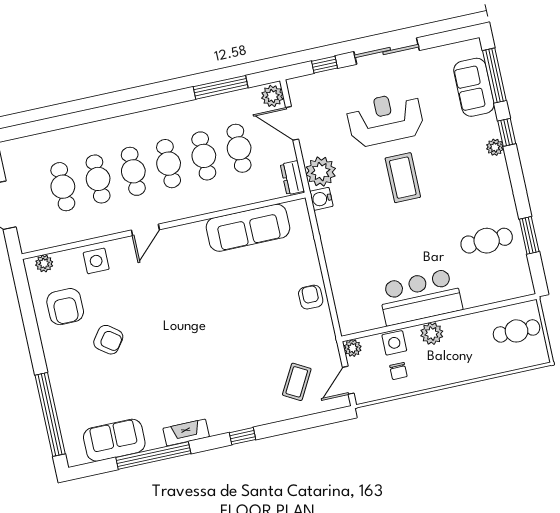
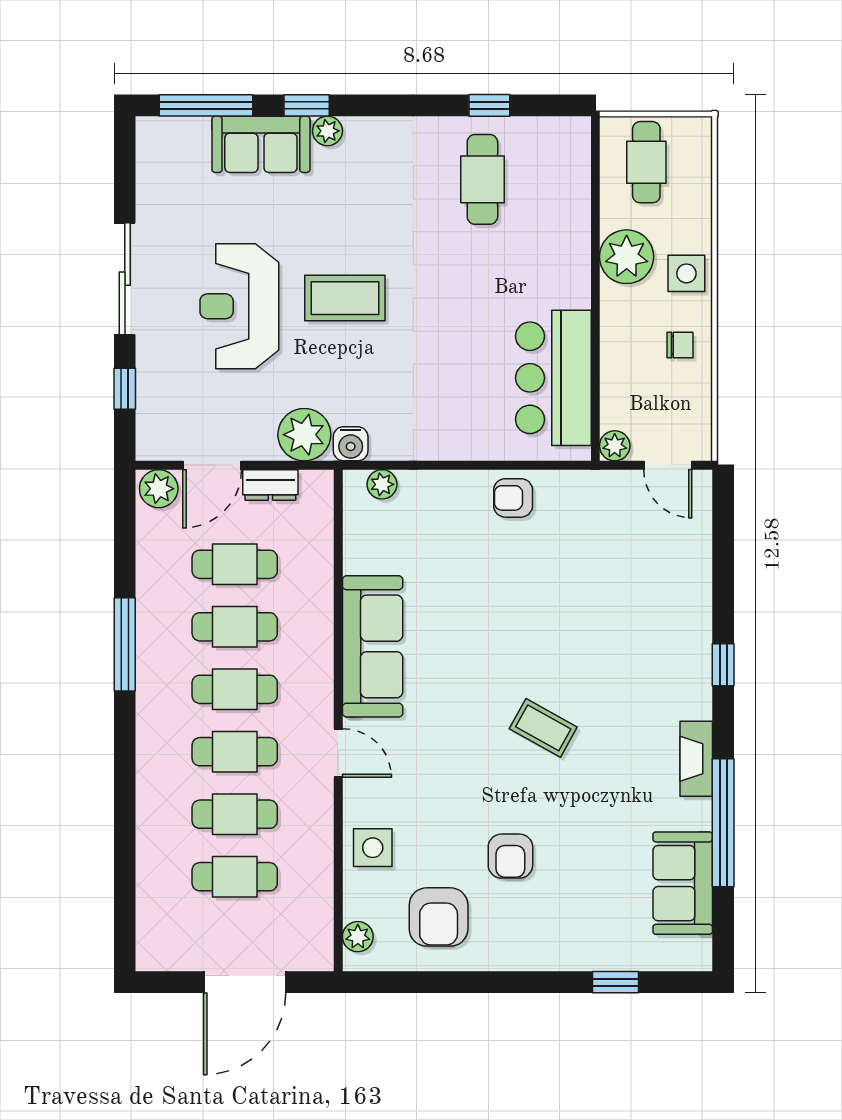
window: (221, 87) -> (125, 644), moved
sofa: (474, 87) -> (261, 144), moved
dresser: (292, 178) -> (270, 485), moved
plant: (302, 221) -> (382, 484), added
sofa: (248, 228) -> (373, 646), moved
window: (529, 235) -> (489, 105), width x0.67
bar counter: (420, 297) -> (553, 378), moved
armchair: (65, 307) -> (439, 917), turned 90
plant: (432, 334) -> (627, 257), moved, width x1.36, depth x1.36
armchair: (108, 340) -> (510, 856), turned 144
side table: (394, 343) -> (686, 273), moved
chair: (398, 371) -> (680, 345), moved
coffee table: (297, 382) -> (543, 728), moved
window: (50, 414) -> (615, 982), width x0.32

